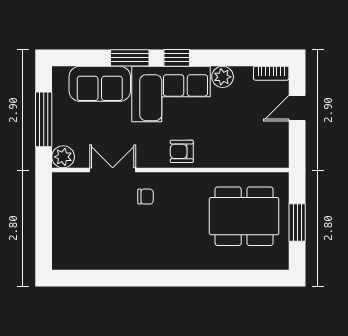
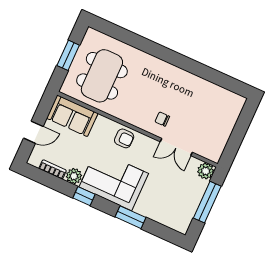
window: (177, 58) -> (84, 196), moved
bookcase: (271, 73) -> (53, 169), moved
sofa: (100, 84) -> (72, 116), moved, turned 180
dining table: (244, 216) -> (102, 76), turned 90

